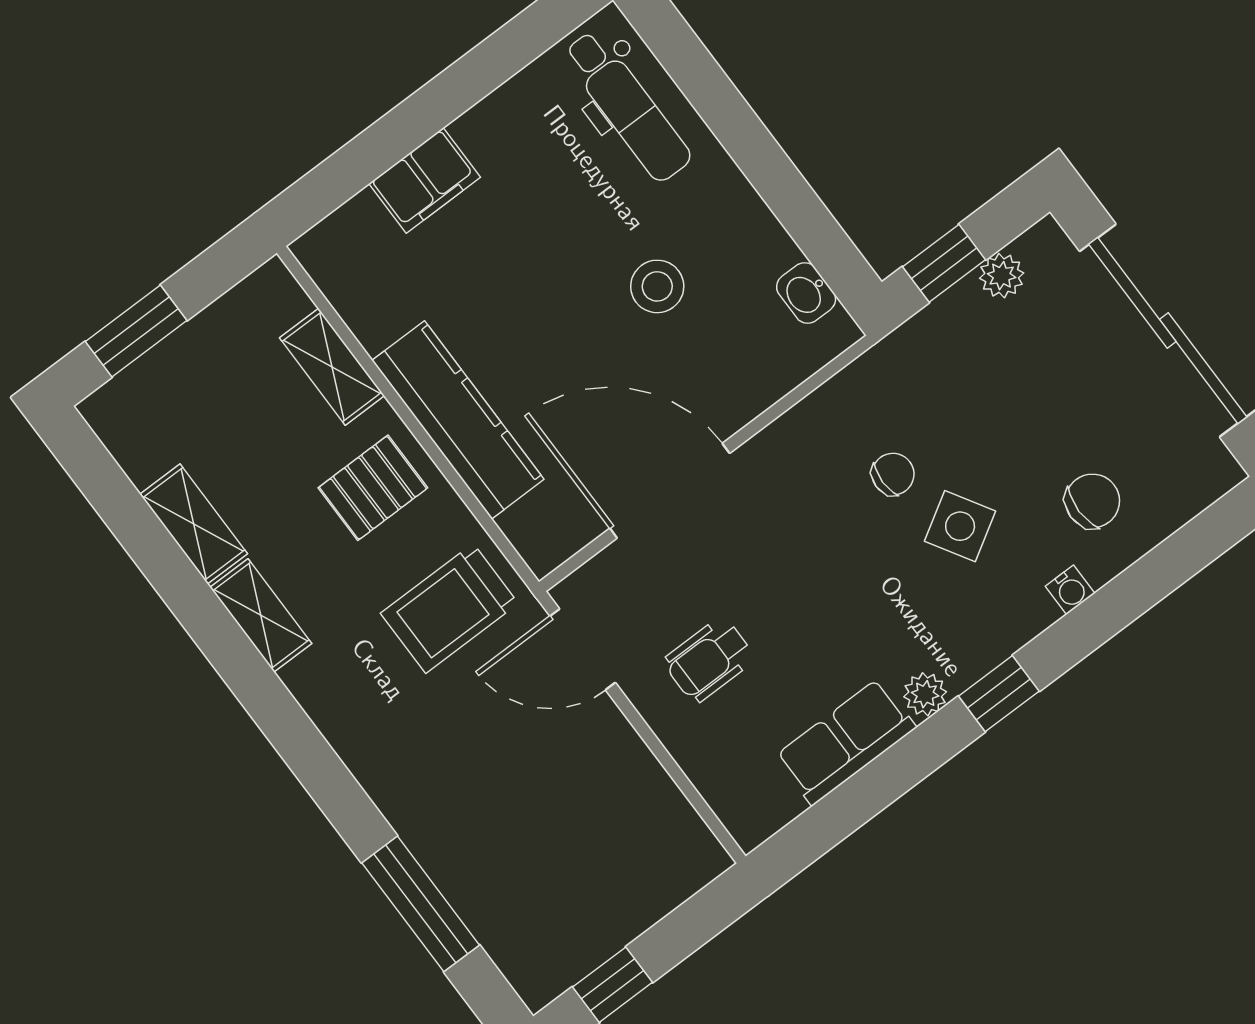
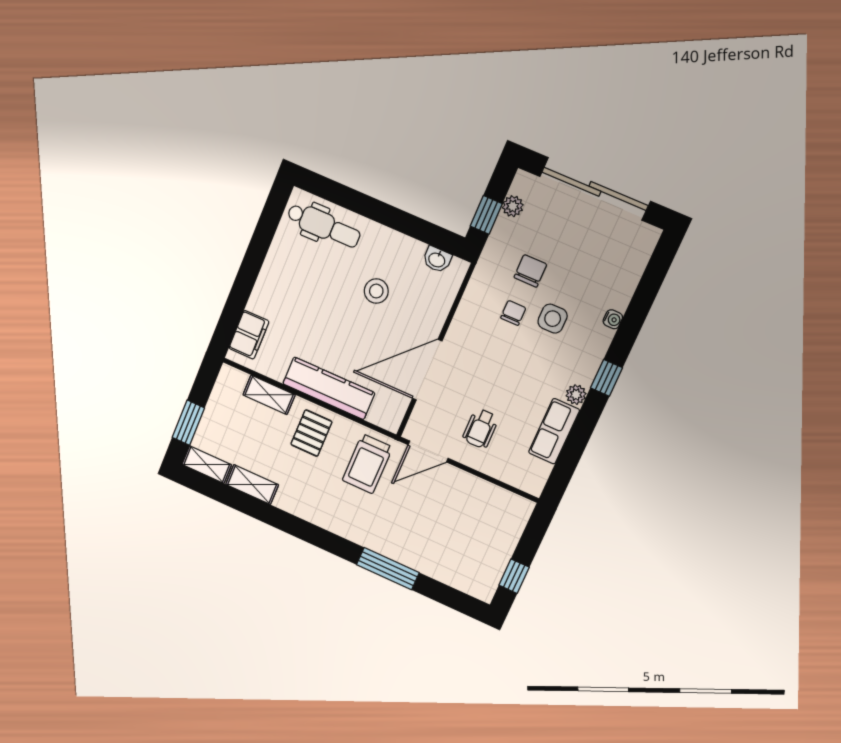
filing cabinet: (425, 180) -> (249, 335), moved
chair: (1092, 501) -> (530, 271), moved
side table: (960, 526) -> (553, 319), turned 31
shelving: (261, 615) -> (207, 465), moved
window: (421, 904) -> (388, 569), moved

